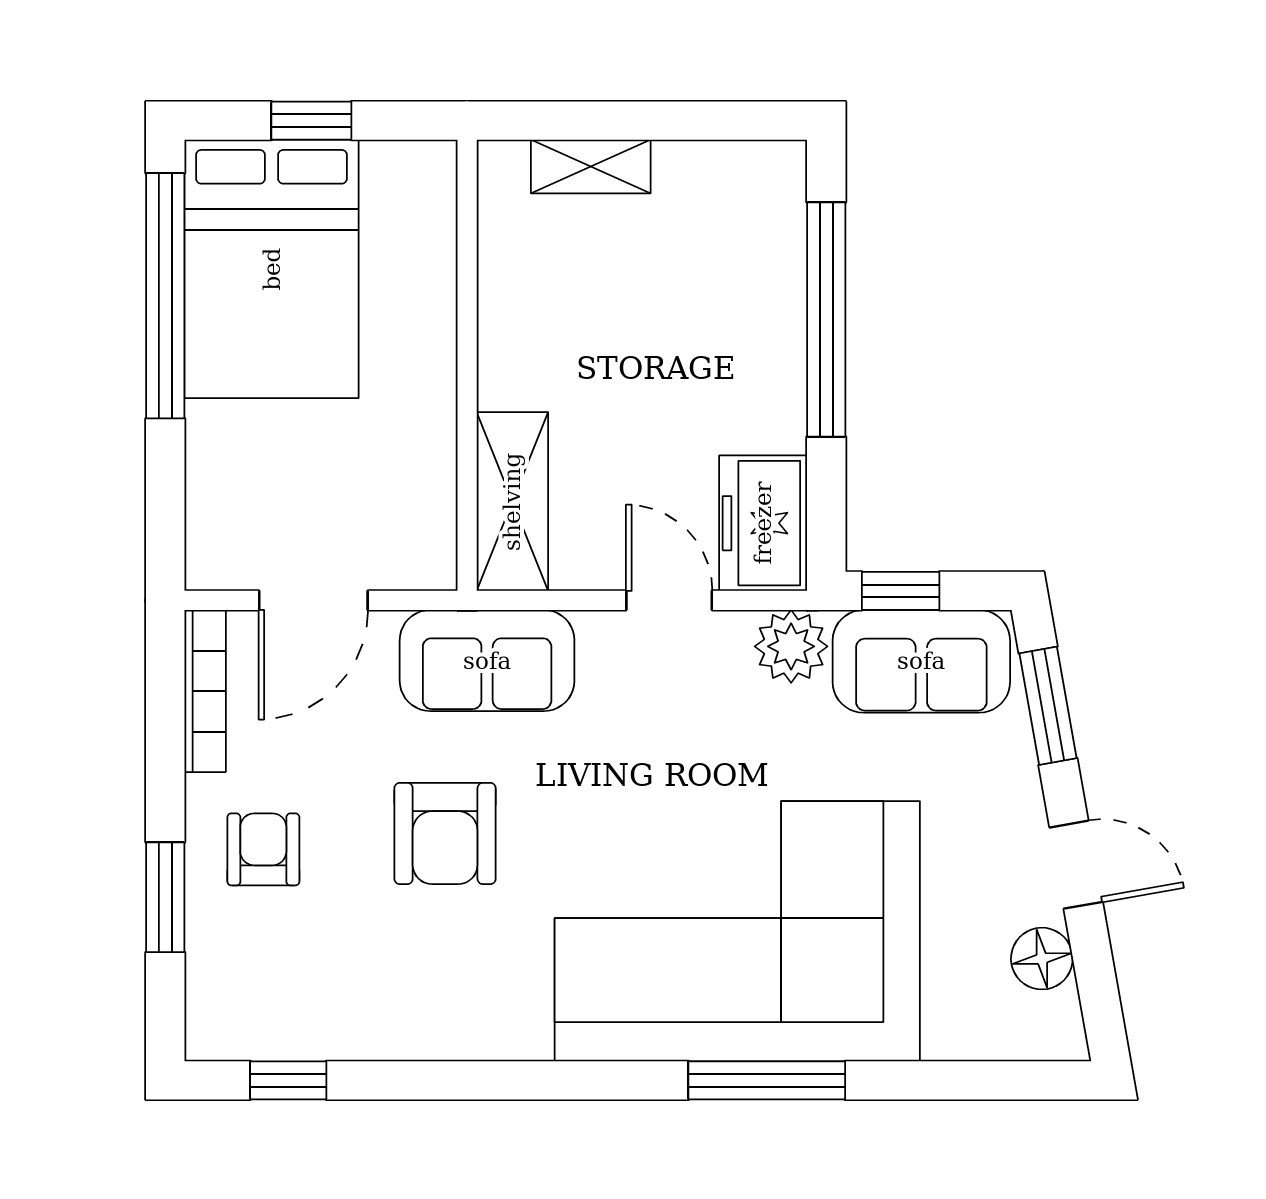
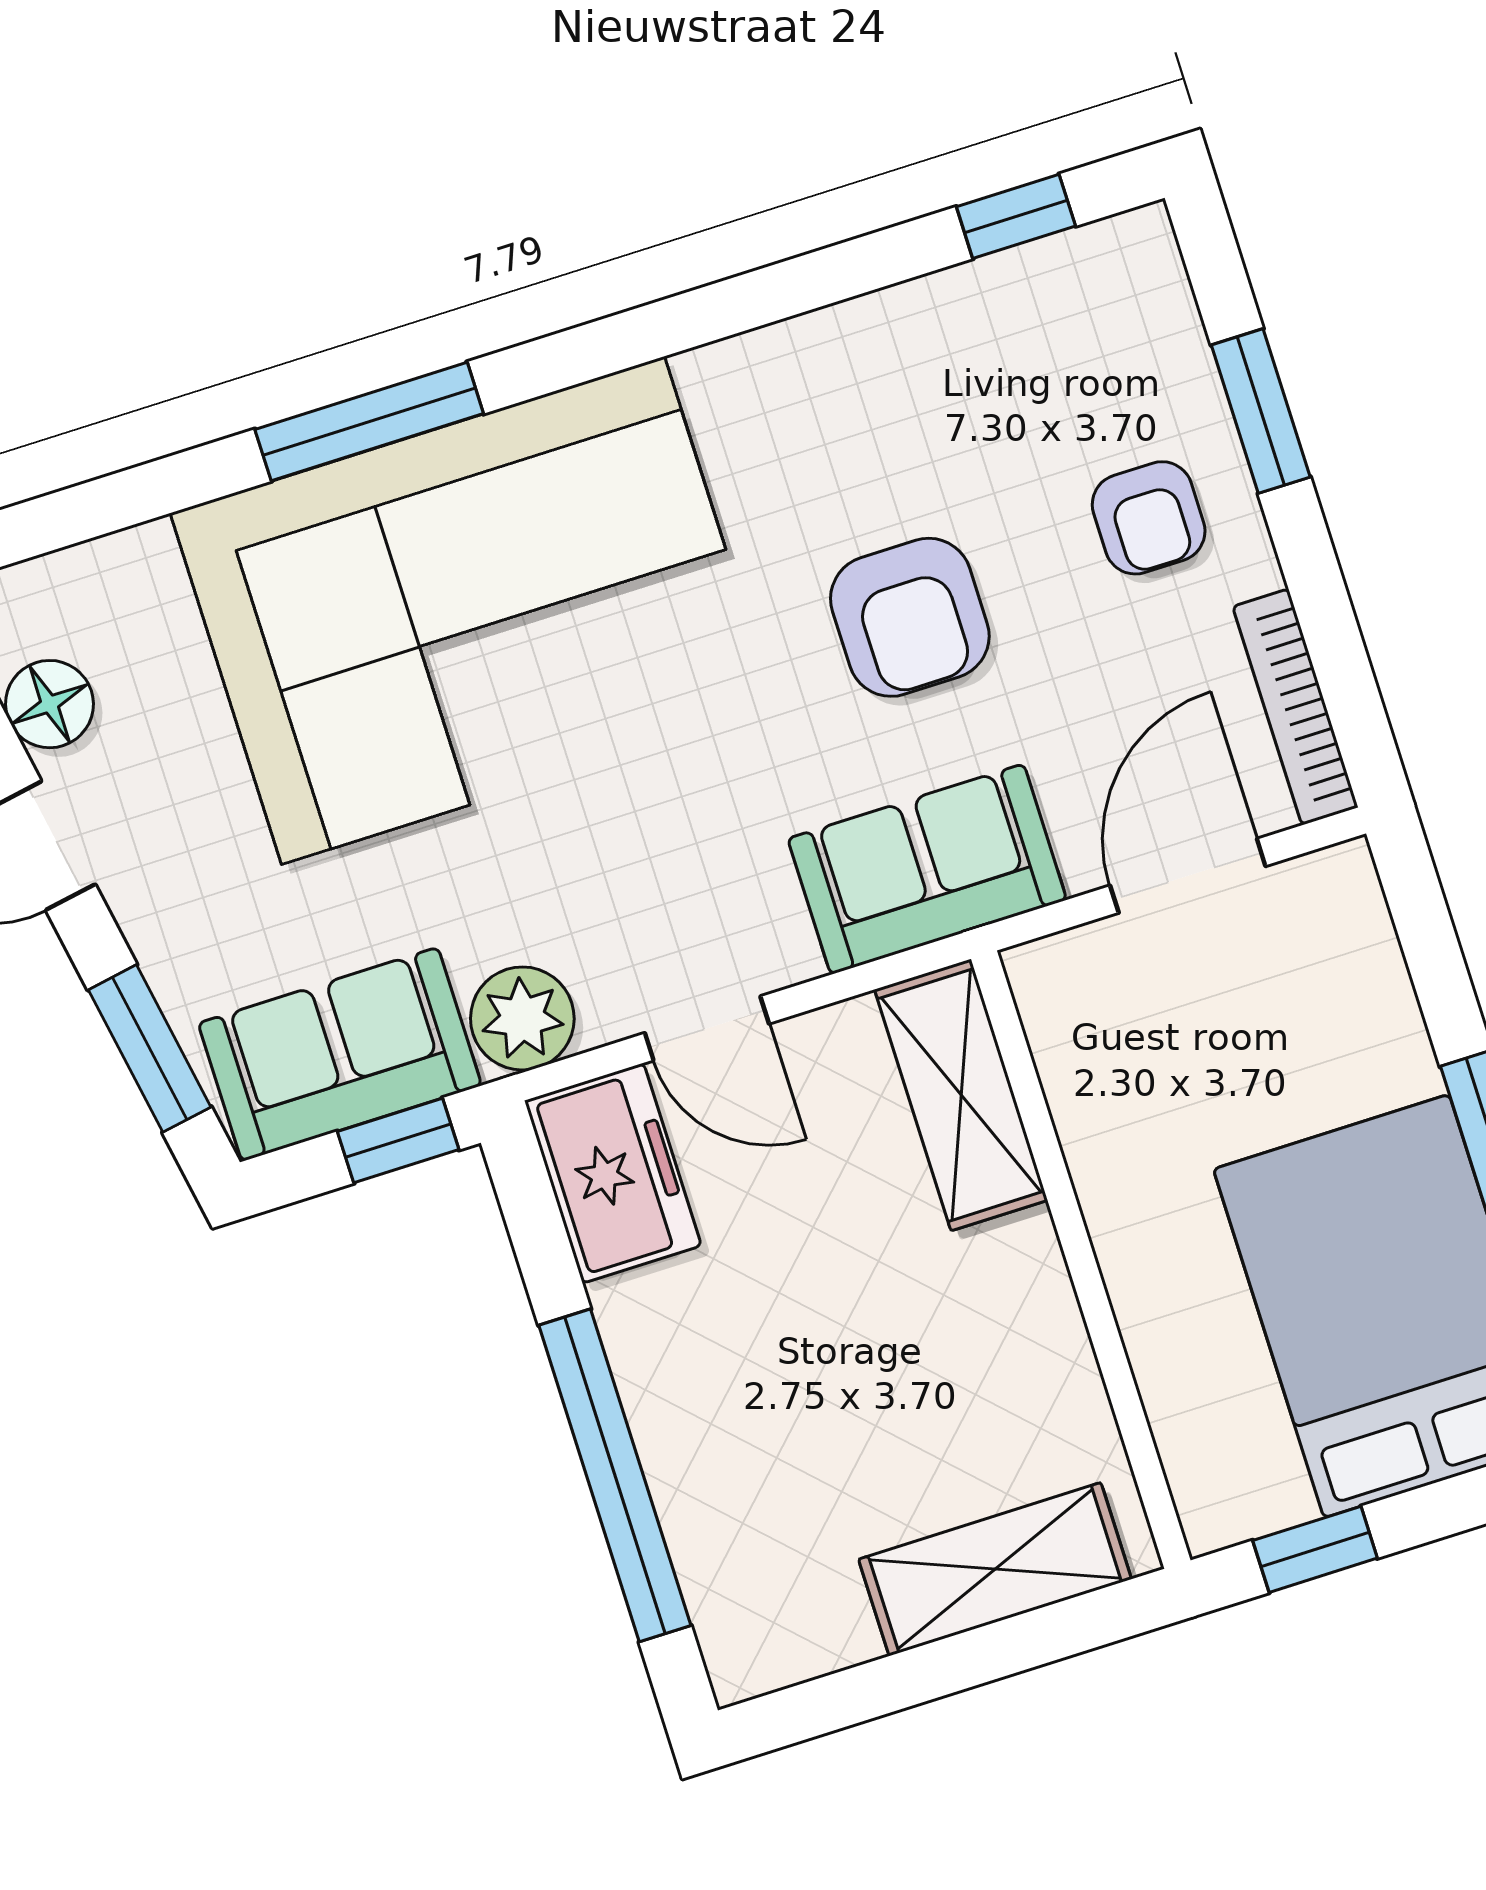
window: (311, 121) -> (1315, 1549), moved
shelving: (591, 167) -> (995, 1569), width x1.50, depth x1.33
armchair: (445, 833) -> (910, 617), turned 180

